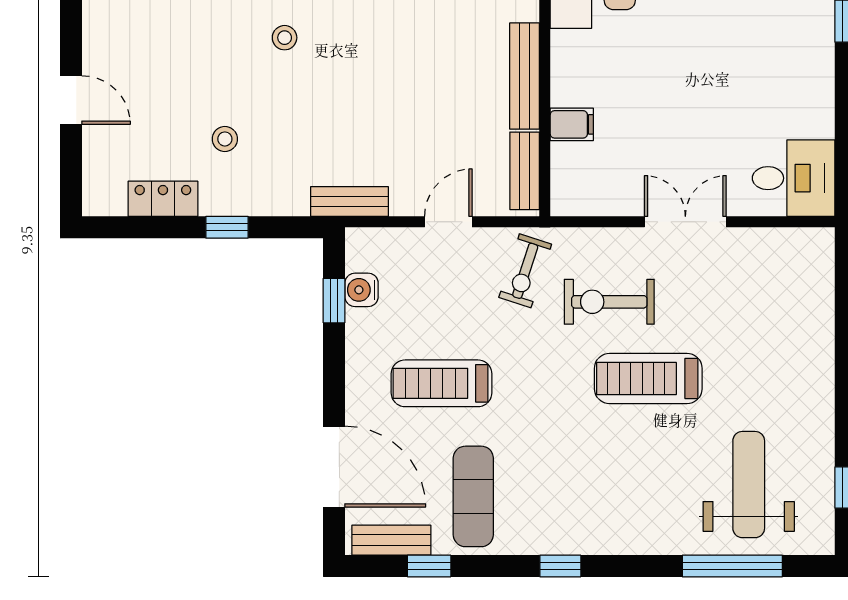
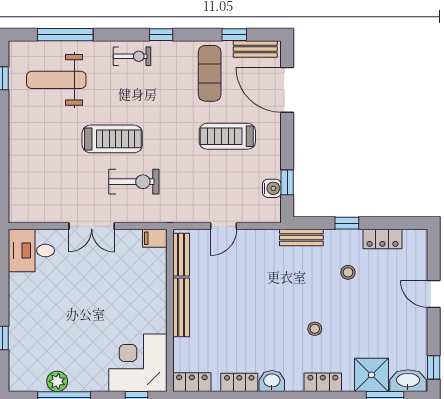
filing cabinet: (572, 124) -> (155, 238), moved
bench: (349, 202) -> (301, 237), moved
exercise bike: (525, 271) -> (132, 56), moved, turned 72
treadmill: (441, 383) -> (227, 136), turned 180
weight bench: (749, 485) -> (56, 80), turned 90

